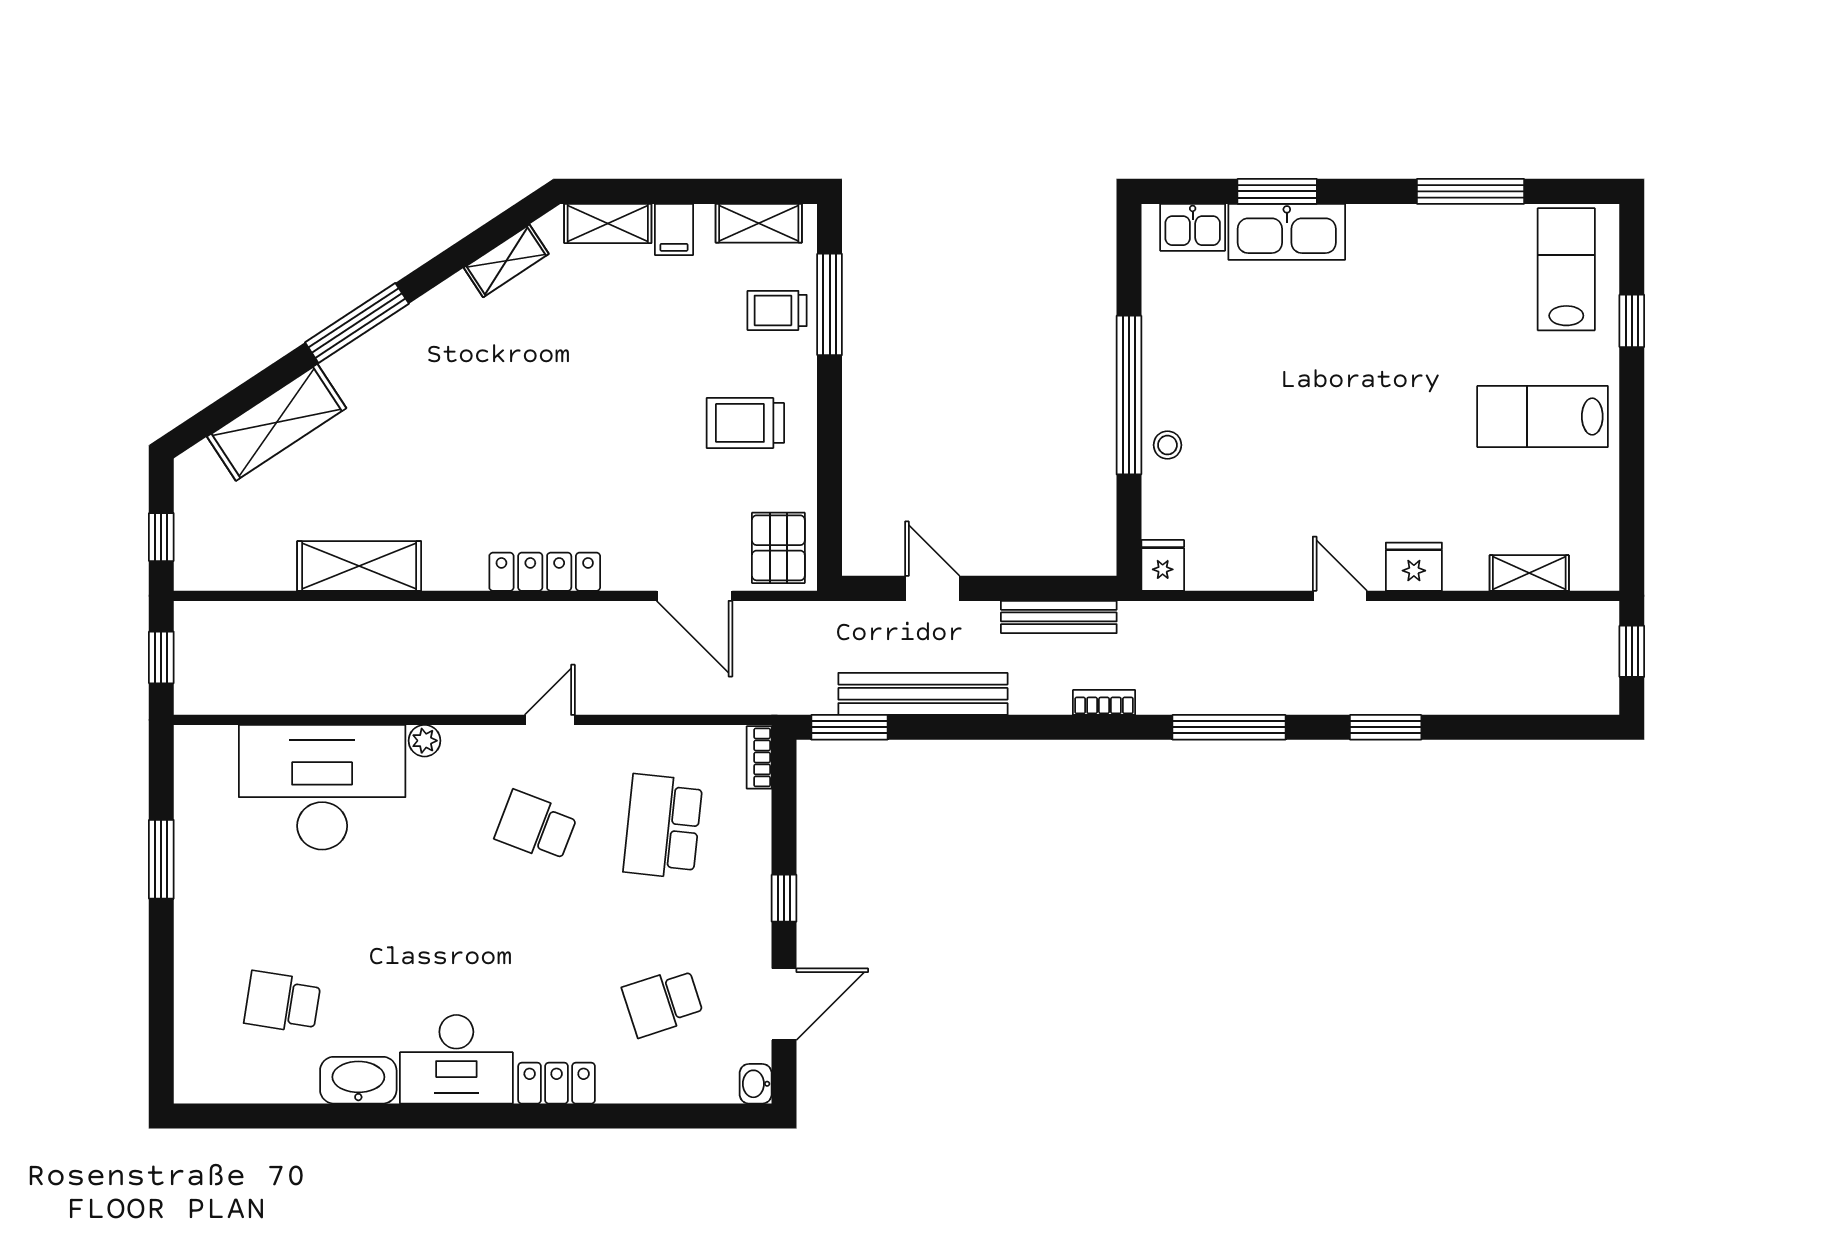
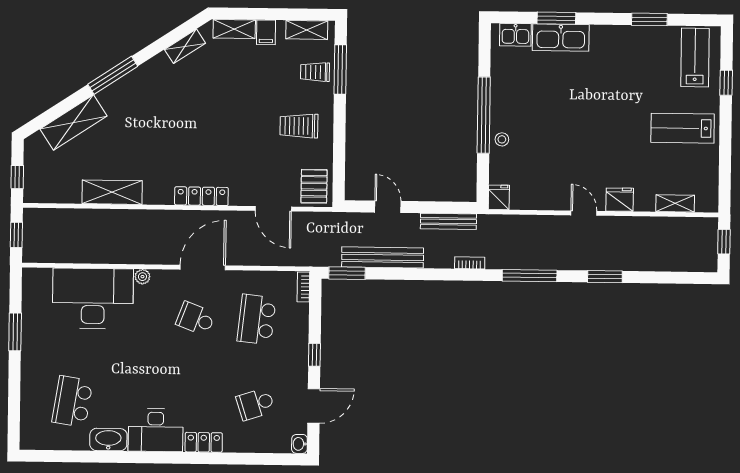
window: (1471, 191) -> (649, 19), width x0.69
door: (550, 720) -> (203, 267), width x1.87
school desk: (282, 1002) -> (72, 401), width x1.85

